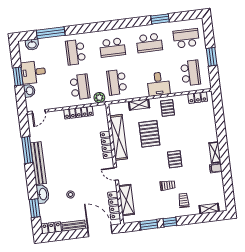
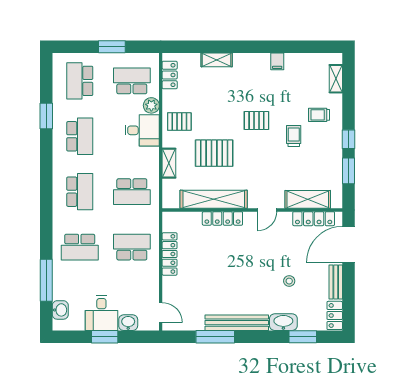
plant: (99, 98) -> (151, 105), moved
shelving: (215, 153) -> (217, 60), moved

